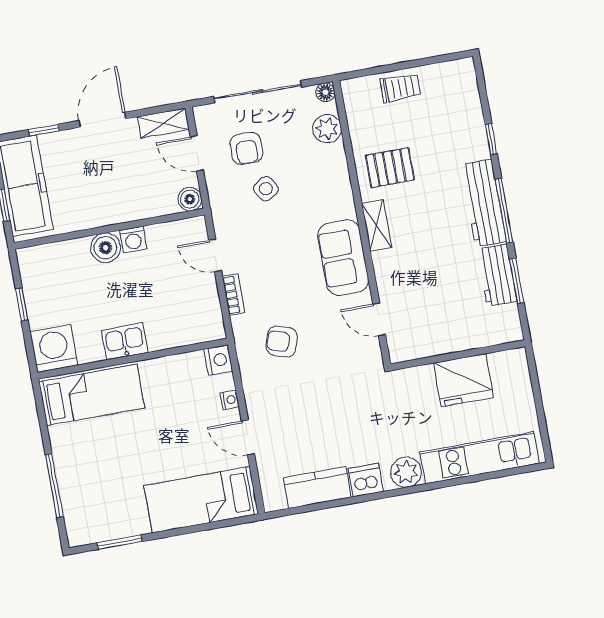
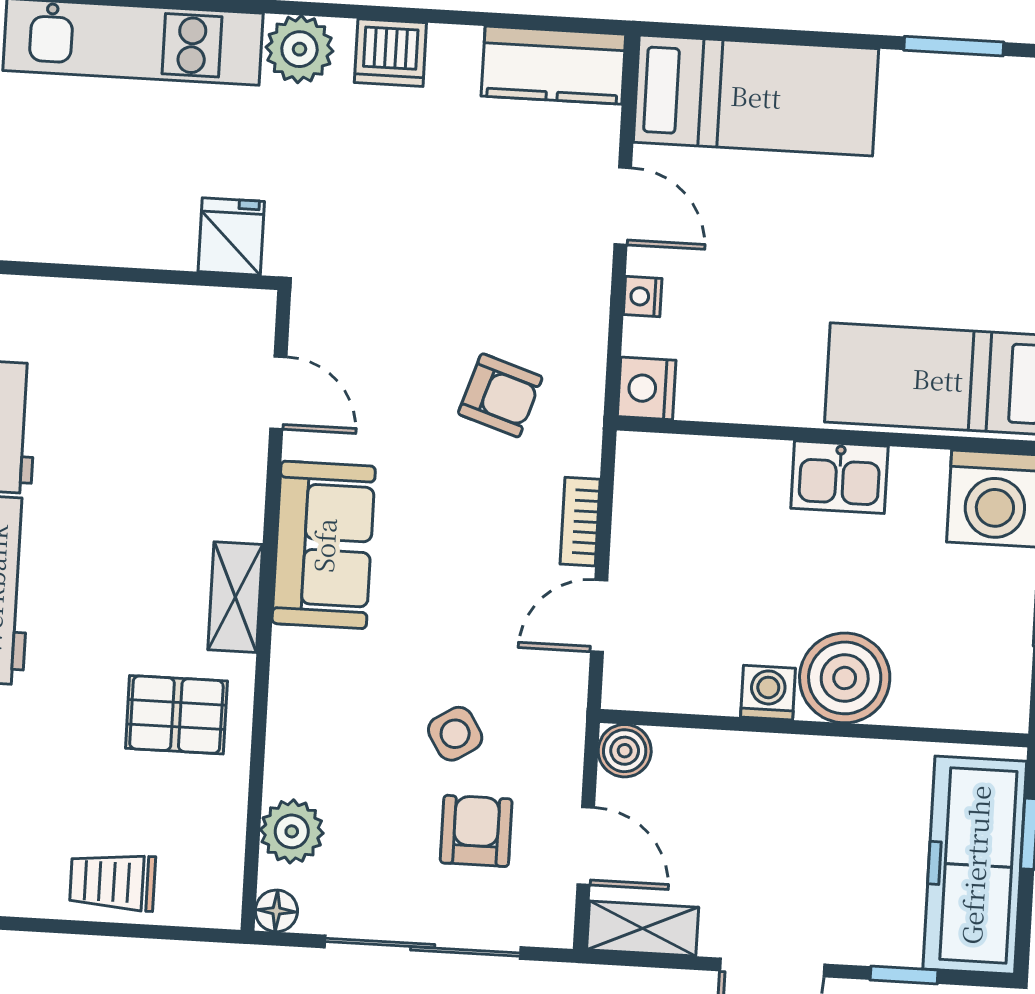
boiler: (106, 248) -> (845, 678), width x1.37, depth x1.37
door: (215, 255) -> (599, 616), swing flipped
fridge: (463, 380) -> (231, 236), moved, width x0.53, depth x0.75
kitchen counter: (317, 487) -> (553, 65), moved

